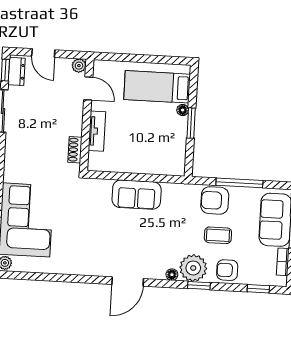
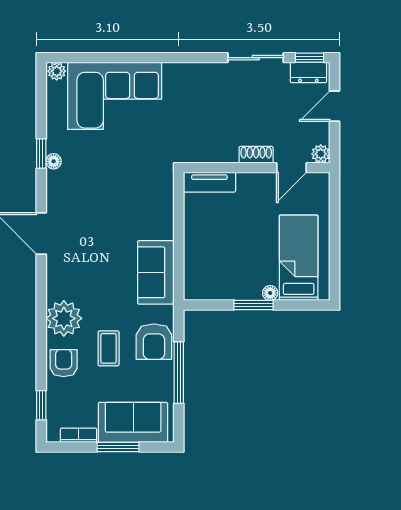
tv unit: (97, 131) -> (209, 182), moved
shoe rack: (75, 150) -> (256, 155), moved
sofa: (137, 195) -> (156, 272), moved
armchair: (215, 200) -> (154, 342), turned 180
floor lamp: (172, 275) -> (54, 161), moved
window: (199, 285) -> (41, 153), moved

